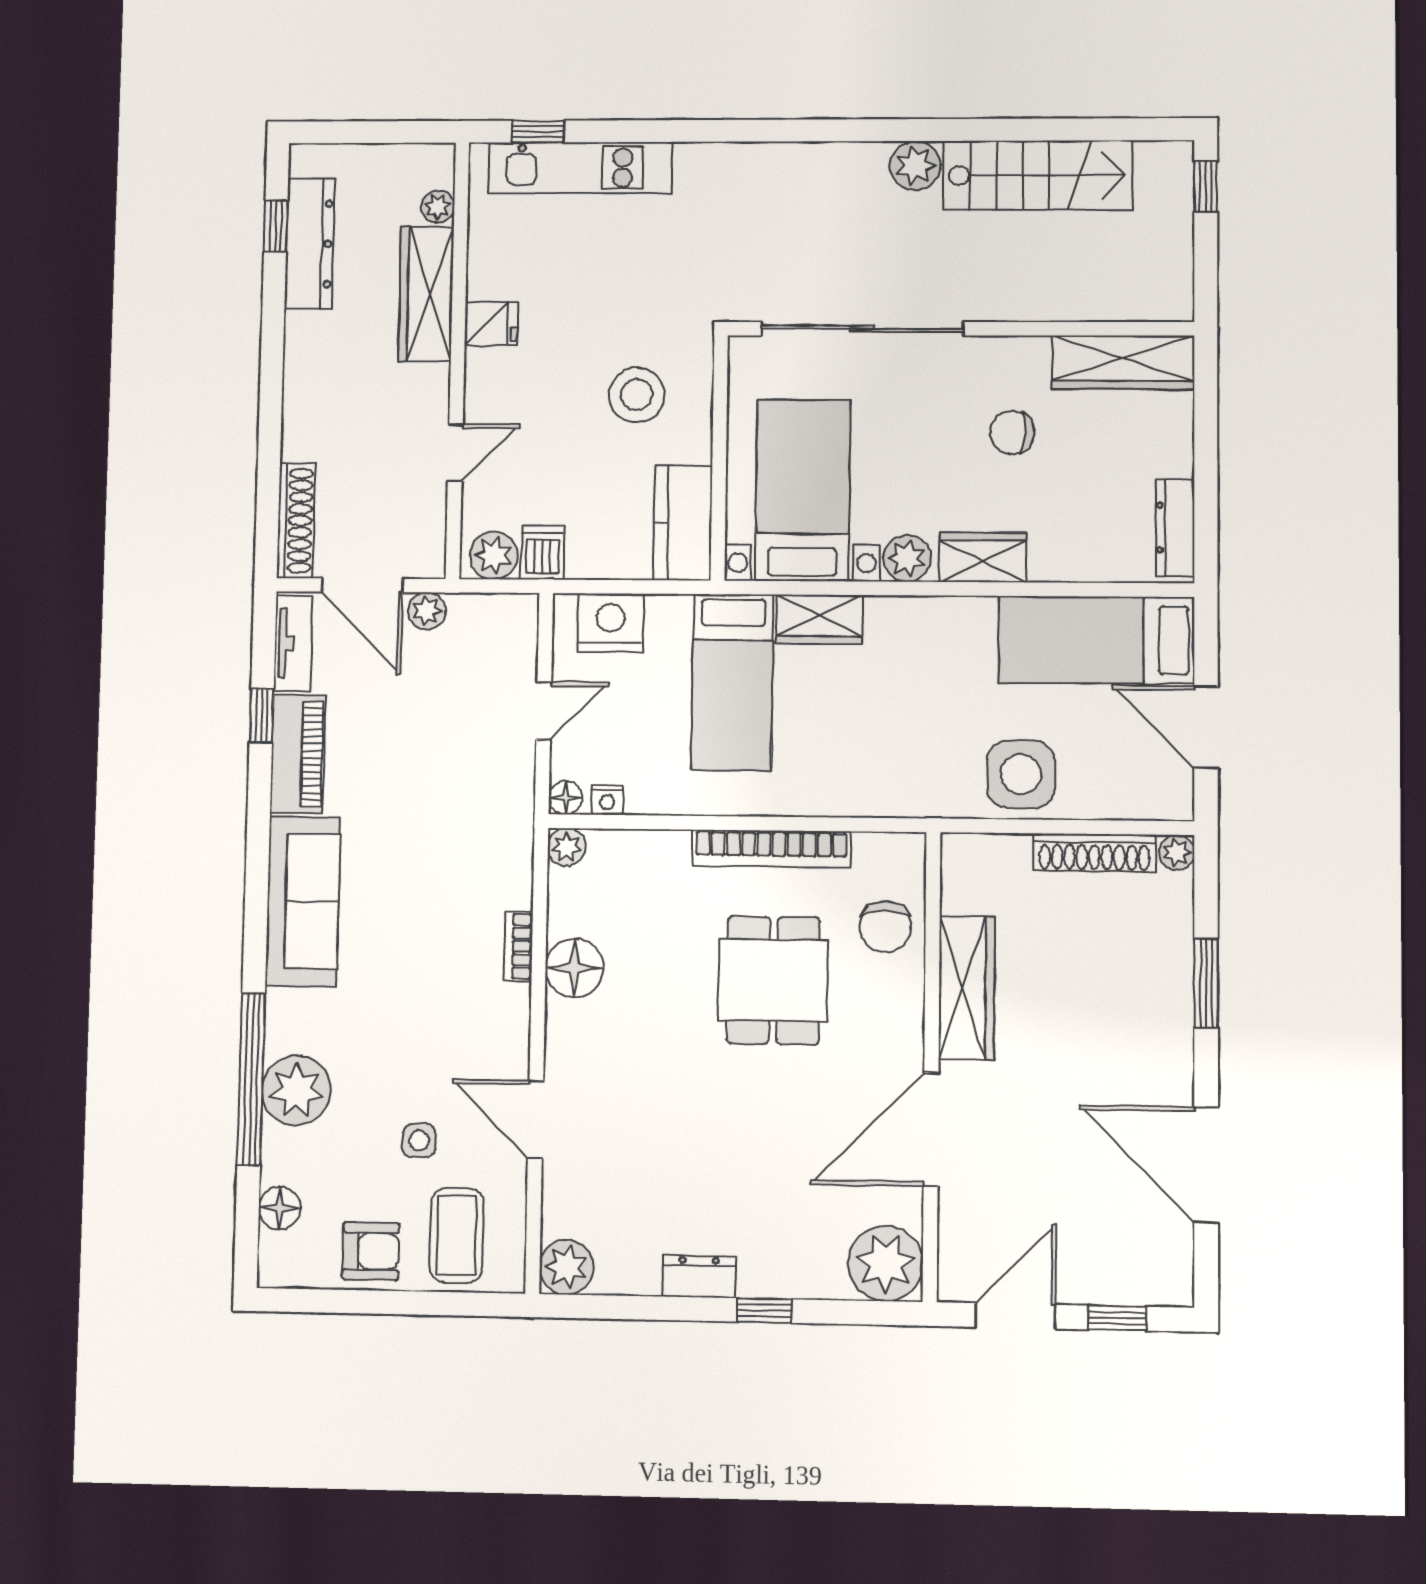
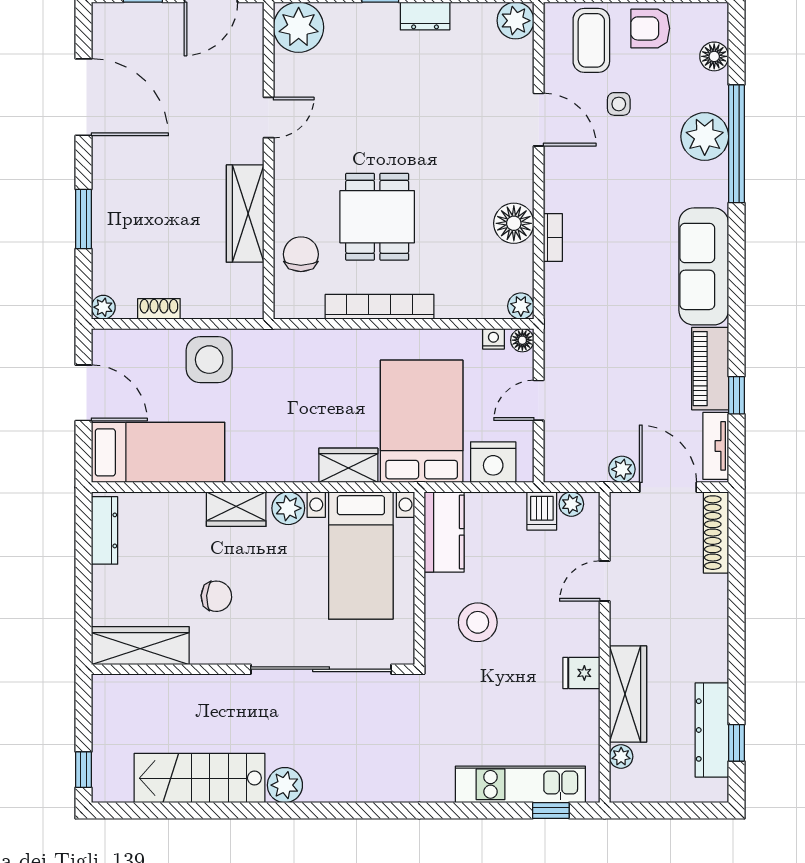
plant: (494, 555) -> (571, 504), width x0.73, depth x0.73
bed: (733, 682) -> (422, 421), width x1.50
shoe rack: (1094, 853) -> (159, 309), width x0.51, depth x0.81
door: (931, 1130) -> (269, 117), width x0.53

